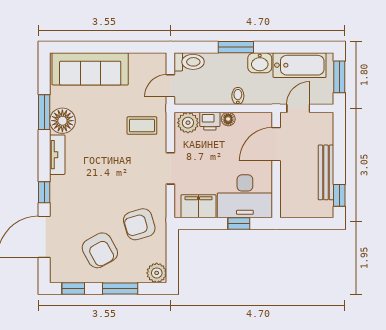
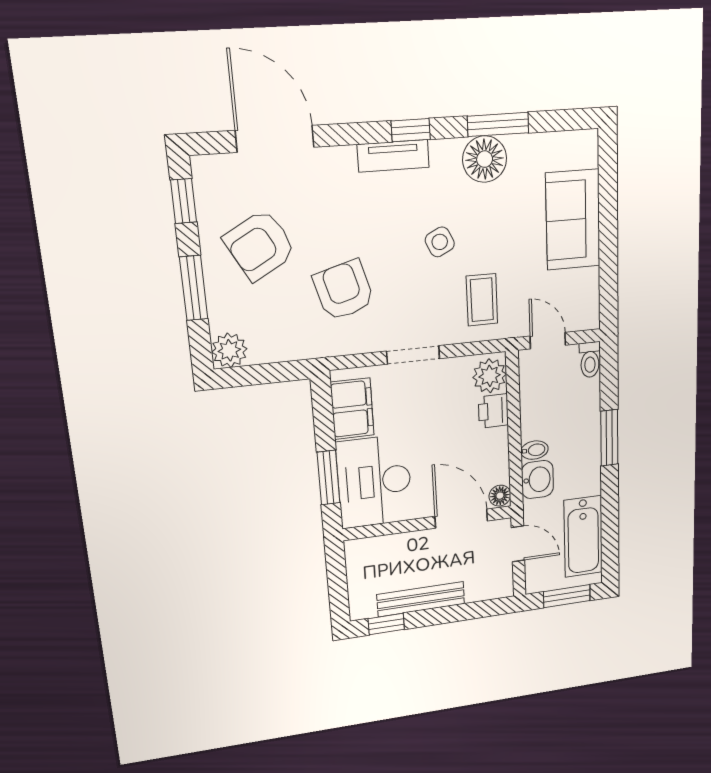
toilet: (189, 62) -> (590, 360), width x0.73, depth x0.72
washbasin: (260, 63) -> (537, 480), moved, turned 180
sofa: (90, 69) -> (573, 220), width x0.73
floor lamp: (228, 119) -> (500, 496), moved
side table: (106, 149) -> (440, 242), added
tv unit: (57, 155) -> (393, 156), moved
window: (44, 192) -> (411, 130), moved
window: (239, 223) -> (329, 478), width x1.50
armchair: (139, 224) -> (344, 290), moved

